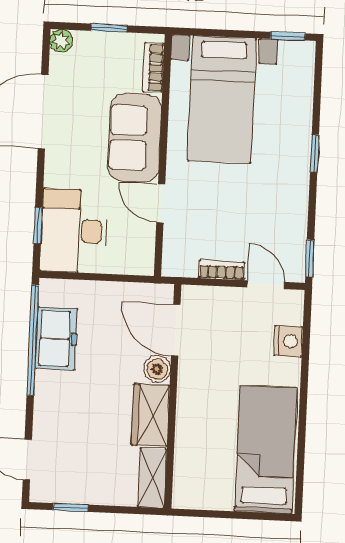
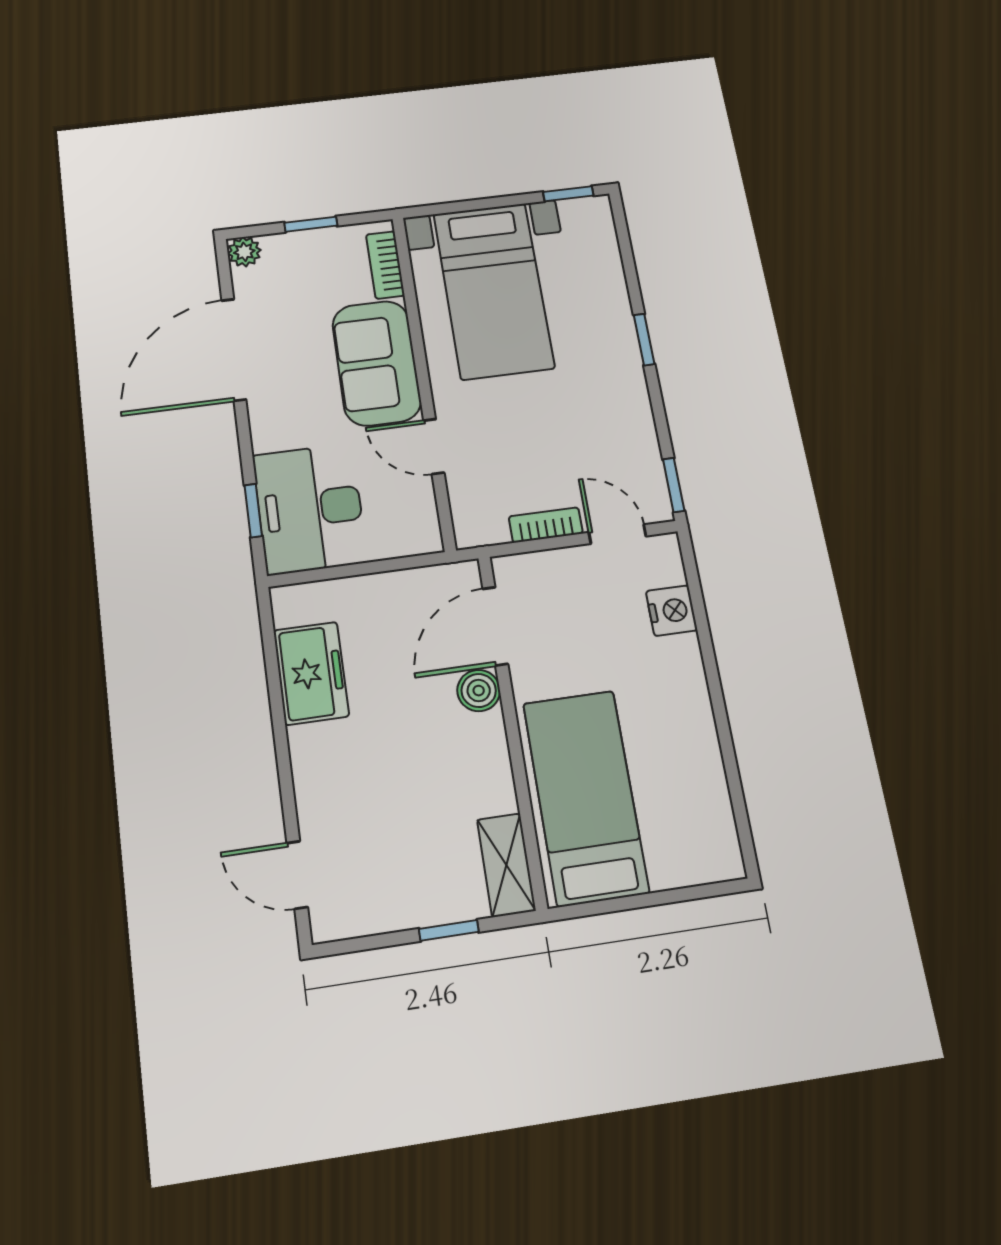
door: (176, 330) -> (495, 626), hinge flipped
window: (33, 340) -> (274, 683), removed
wardrobe: (150, 415) -> (483, 764), removed
bed: (266, 450) -> (586, 797), moved
window: (71, 507) -> (449, 930), moved

